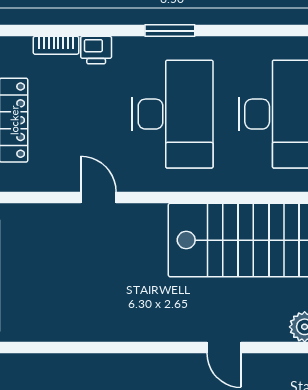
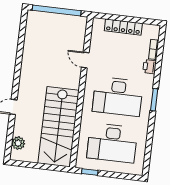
door: (98, 198) -> (85, 60), swing flipped

